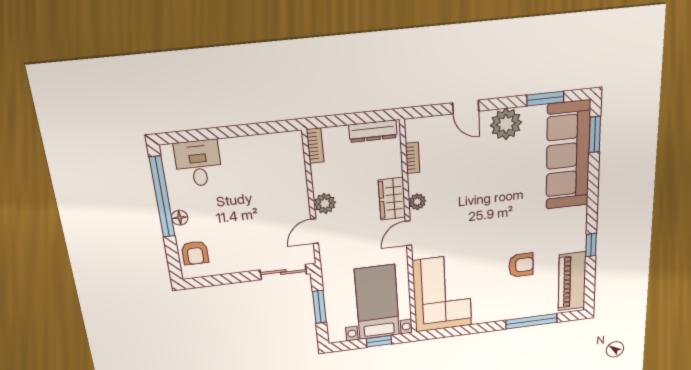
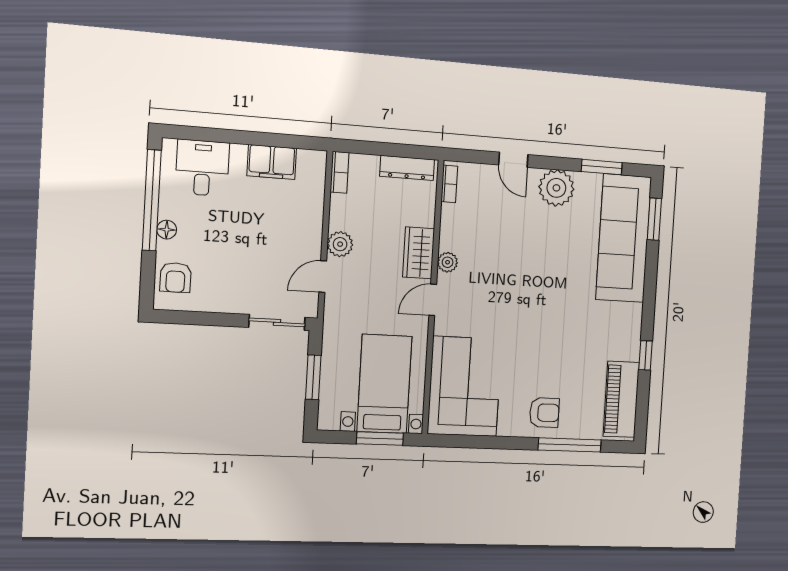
filing cabinet: (256, 148) -> (272, 162), added
bookcase: (413, 158) -> (449, 184), moved
armchair: (521, 265) -> (544, 413), moved
window: (379, 341) -> (380, 439), width x1.50

